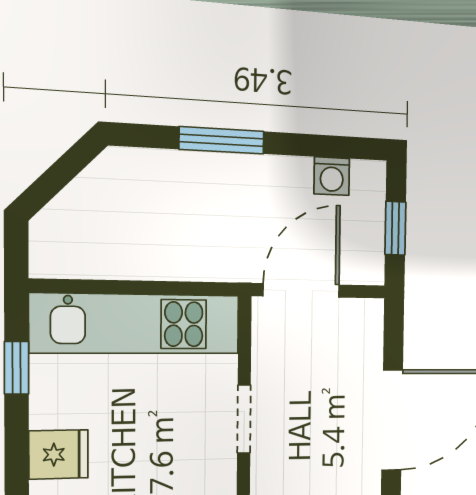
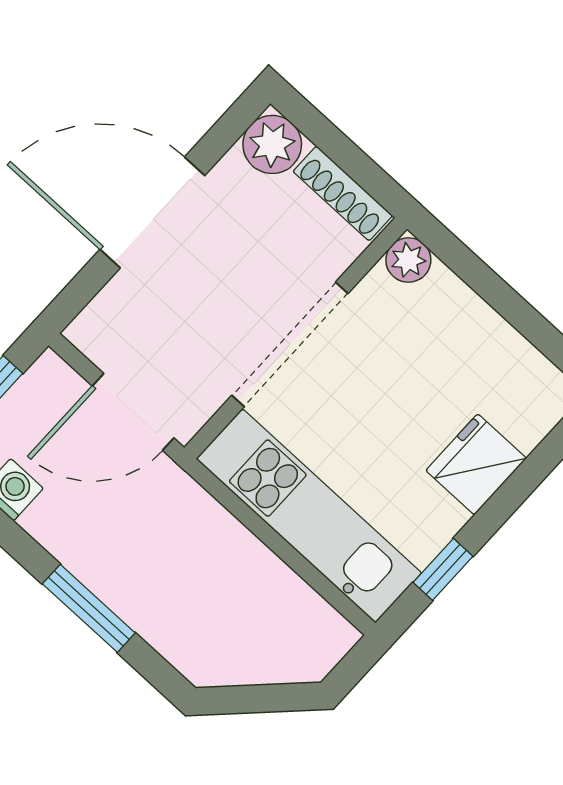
doorway: (244, 419) -> (290, 344), width x1.87
fridge: (59, 454) -> (476, 464), width x1.38

